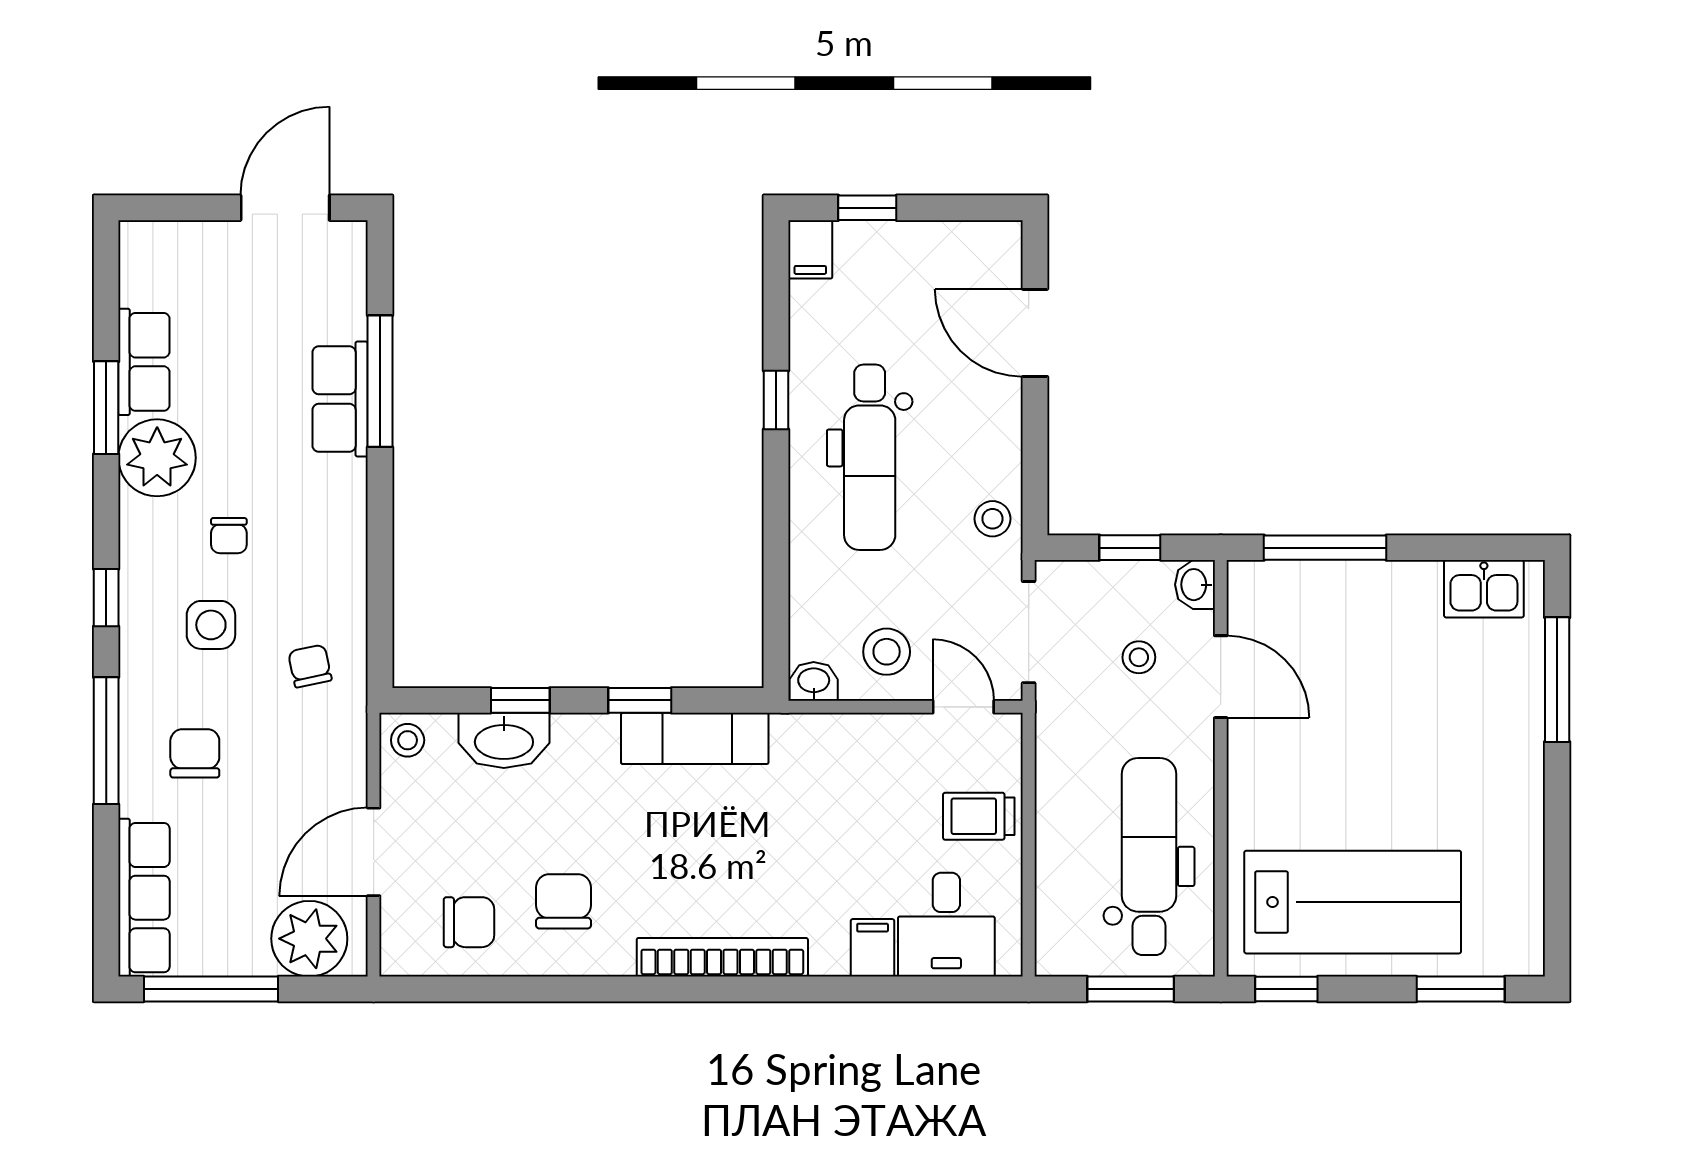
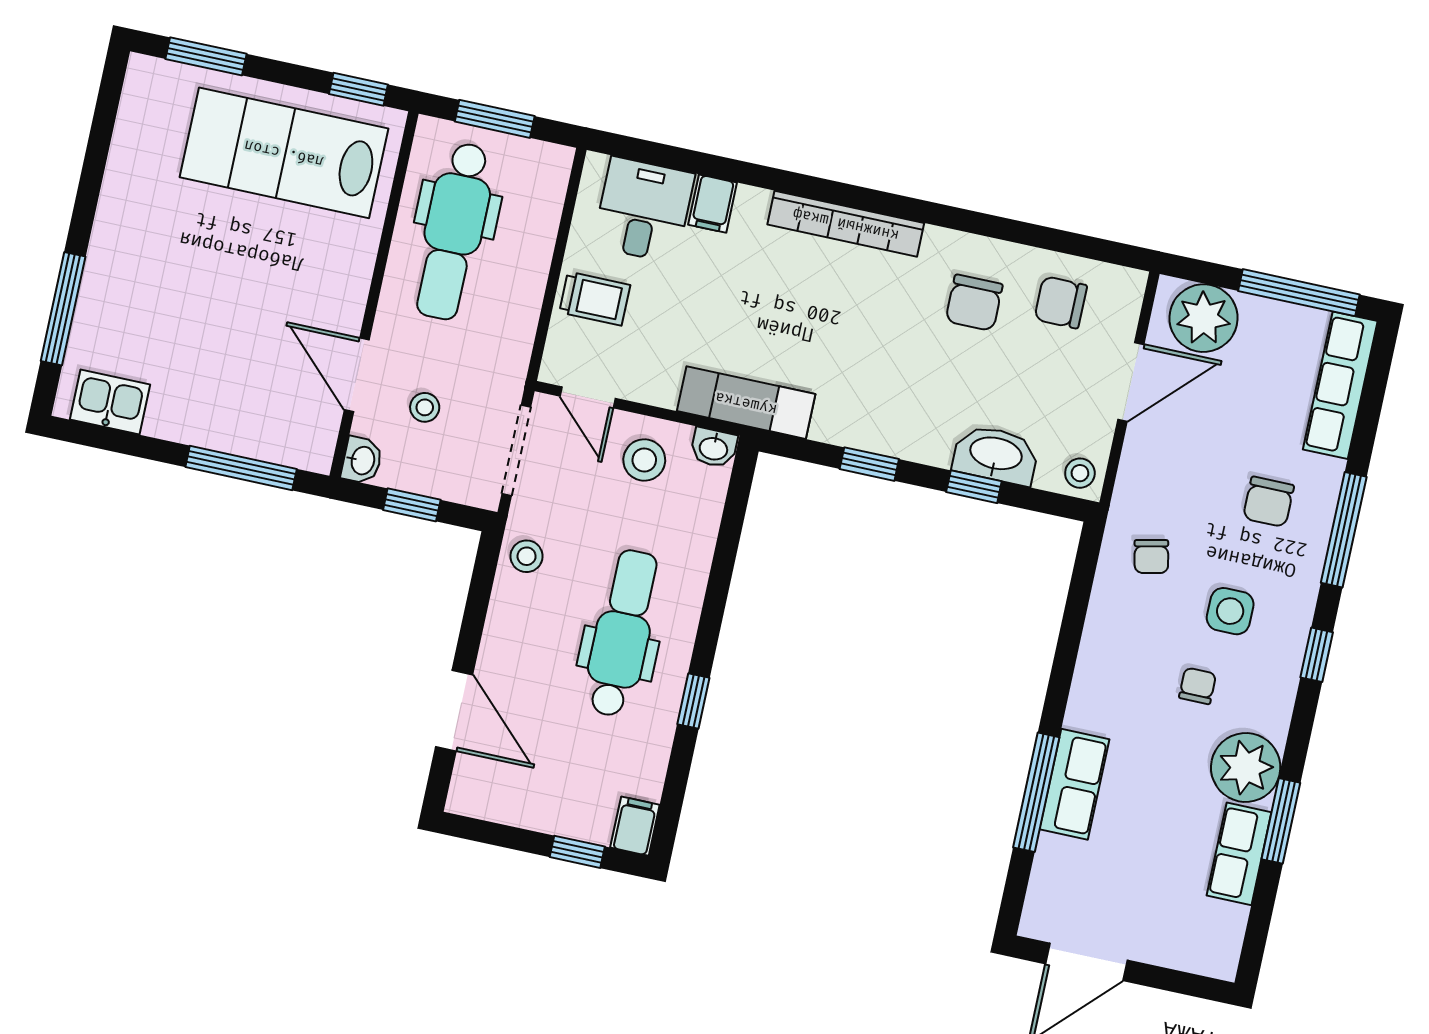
exam couch: (695, 738) -> (746, 403), moved

